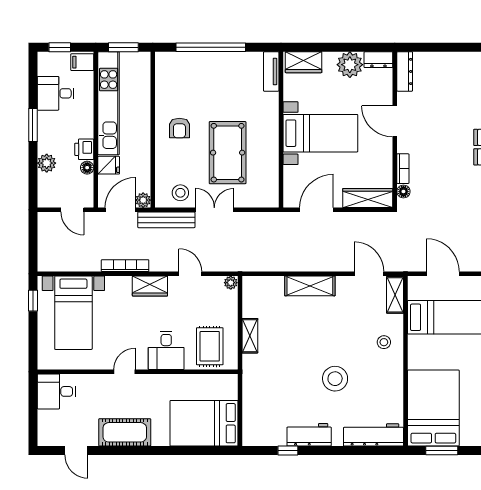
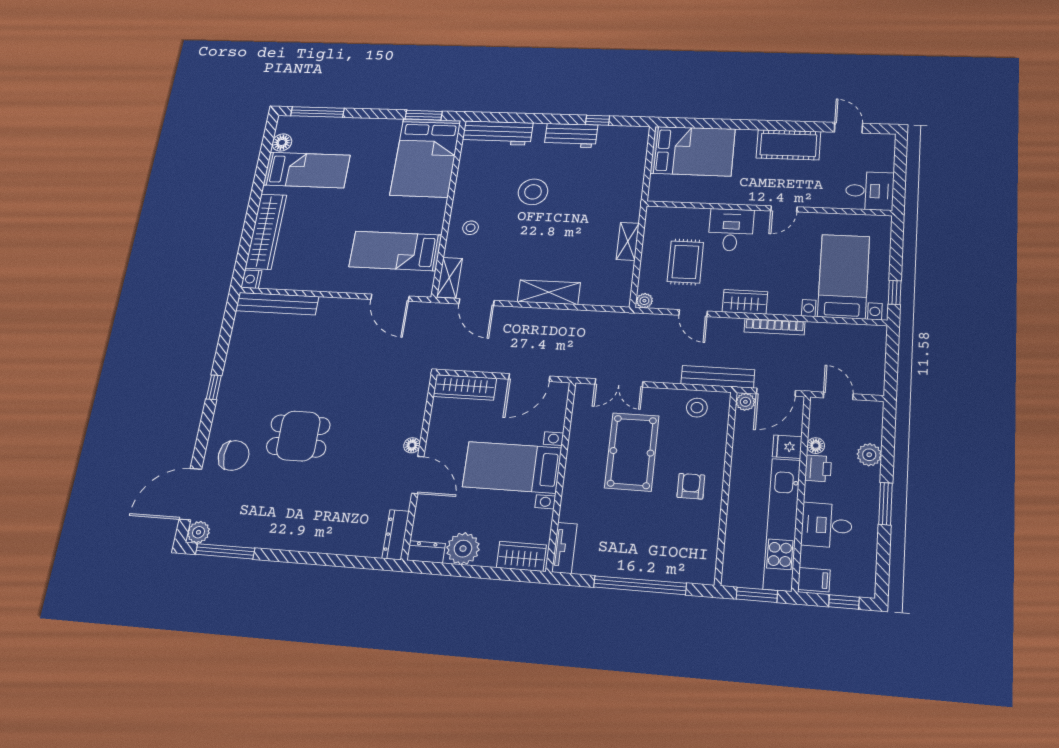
desk: (56, 93) -> (827, 525), moved, turned 180
bookcase: (403, 169) -> (417, 419), removed
floor lamp: (403, 191) -> (412, 445), moved
double door: (214, 210) -> (619, 383), moved
rug: (210, 346) -> (685, 262), moved

